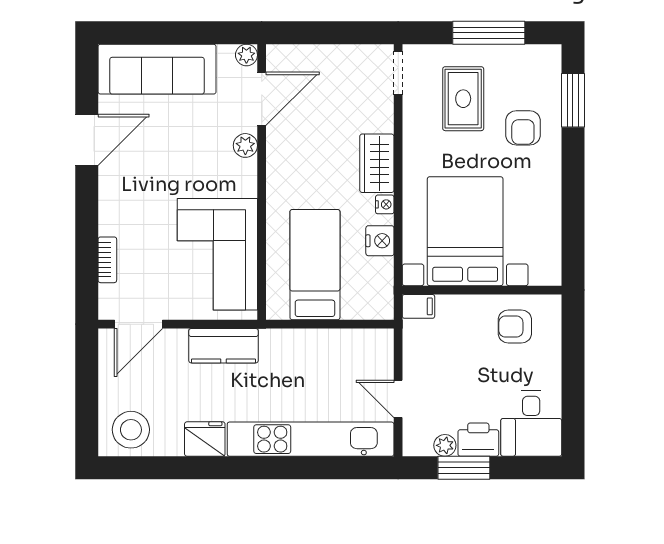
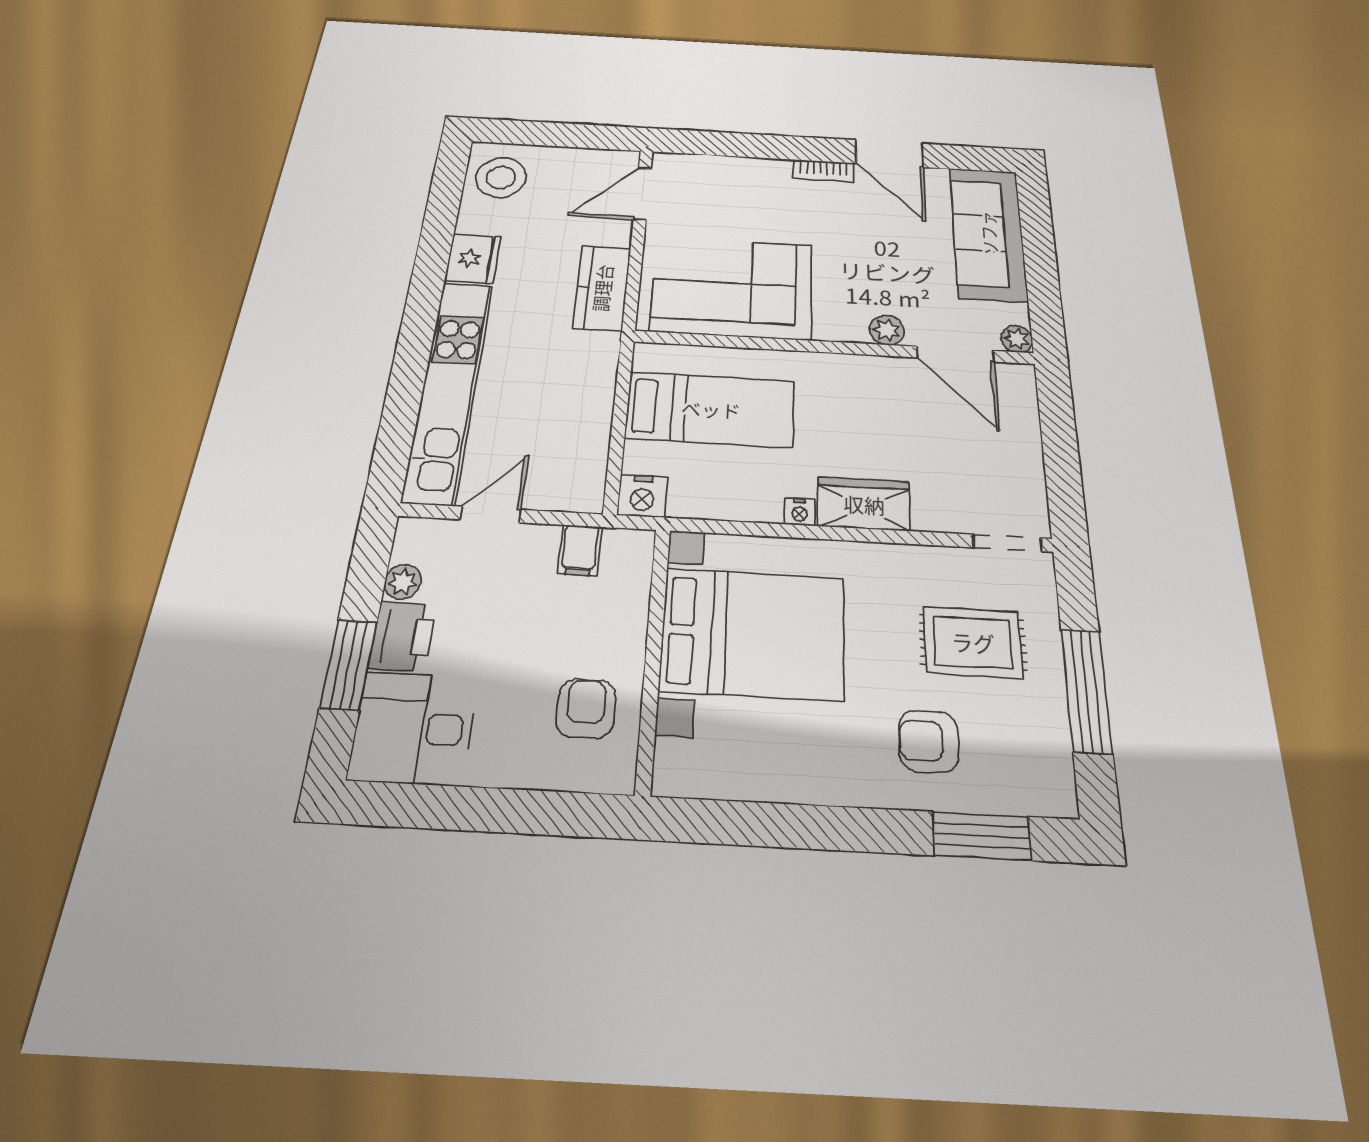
nightstand: (380, 241) -> (642, 496), moved
bookcase: (107, 260) -> (824, 171), moved
filing cabinet: (418, 306) -> (580, 550), moved
door: (138, 324) -> (642, 194), hinge flipped
window: (464, 468) -> (349, 664), moved

